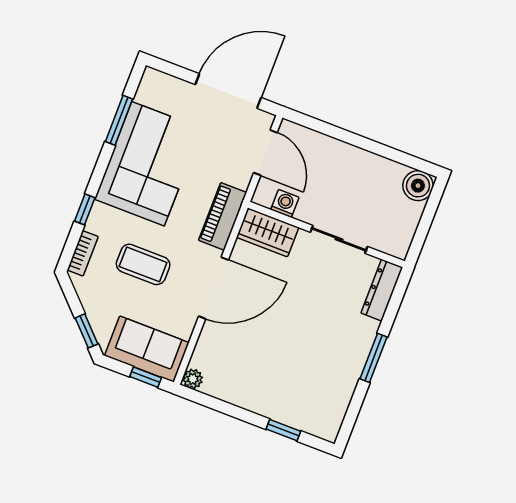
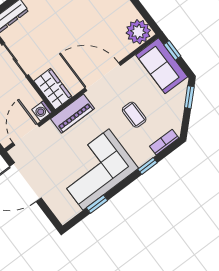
window: (119, 120) -> (97, 204), width x0.67
washing machine: (285, 203) -> (42, 111), moved
coffee table: (143, 264) -> (134, 115), width x0.73, depth x0.77
plant: (193, 379) -> (138, 32), width x1.88, depth x1.88

